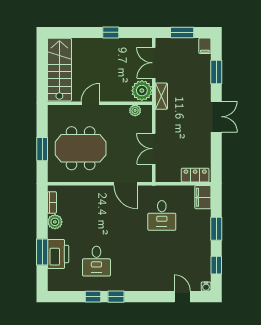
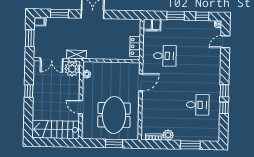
double door: (154, 149) -> (115, 61), removed
locker: (195, 175) -> (135, 46), moved
printer: (58, 254) -> (192, 133), removed

